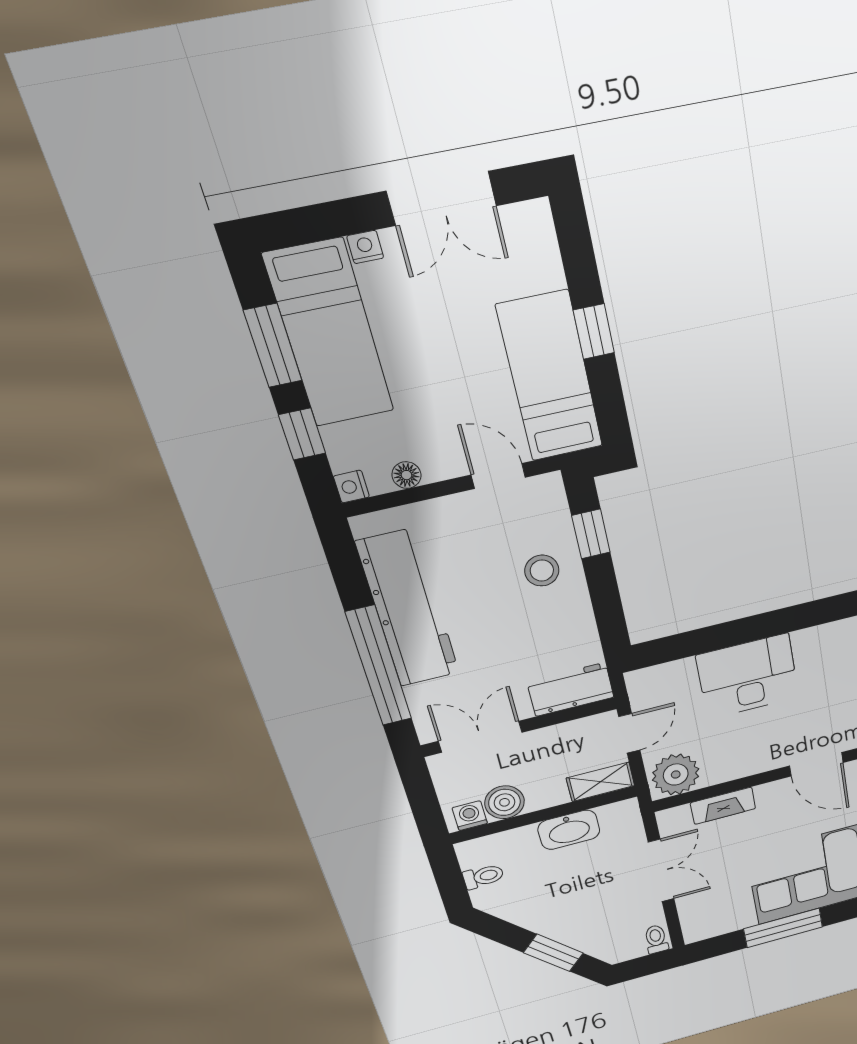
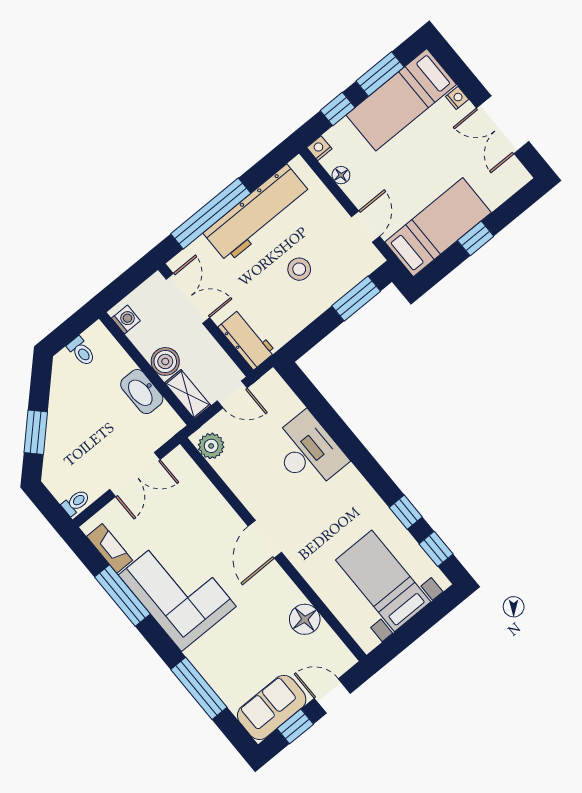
window: (591, 534) -> (356, 298), width x1.50
stool: (542, 571) -> (299, 269), moved
plant: (676, 775) -> (211, 446), width x0.73, depth x0.73
boiler: (504, 802) -> (165, 361), moved
fireplace: (723, 806) -> (110, 548), moved, turned 180

